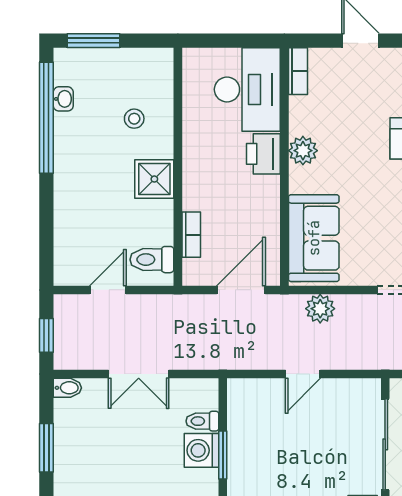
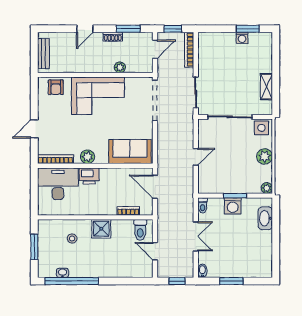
window: (94, 41) -> (34, 247), moved
bookcase: (298, 71) -> (55, 159), width x1.56
plant: (320, 309) -> (164, 148), removed
door: (303, 374) -> (196, 157), hinge flipped
toilet: (202, 421) -> (203, 205), moved

